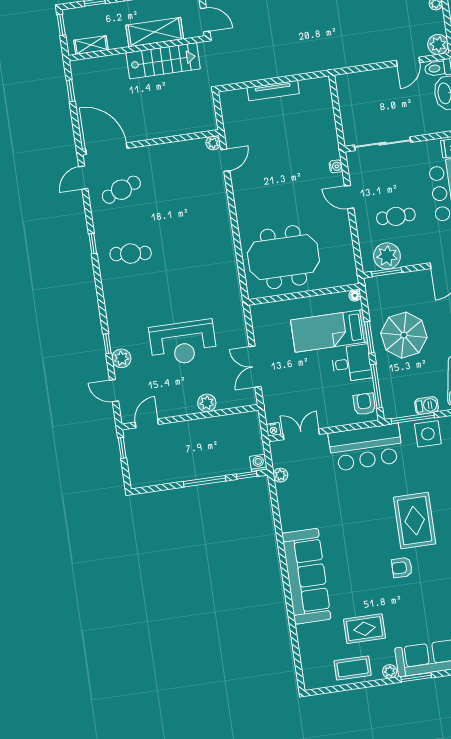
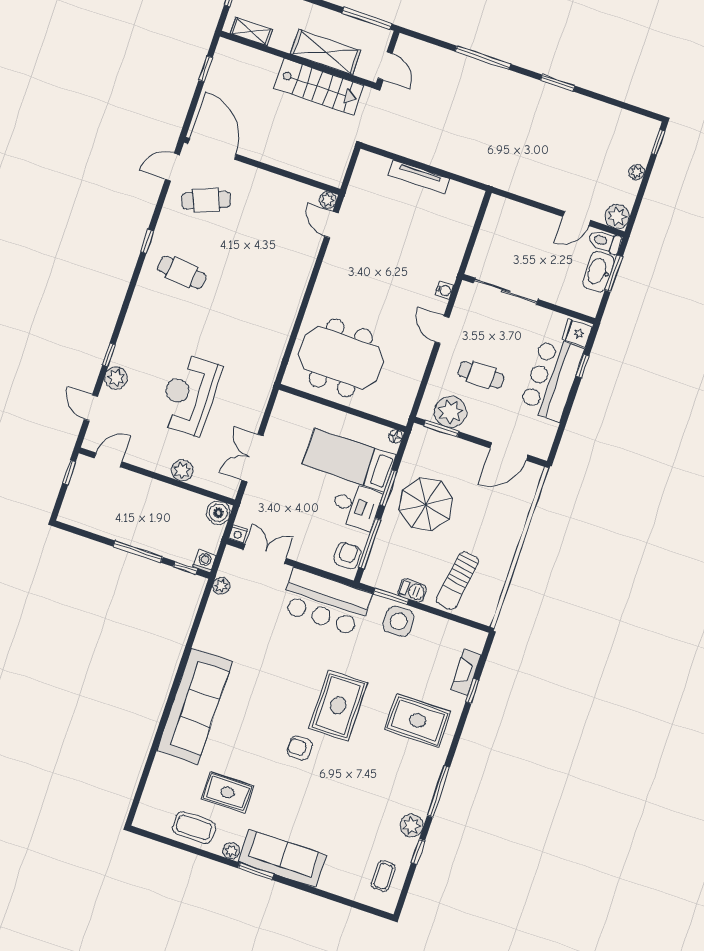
door: (225, 160) -> (331, 225), swing flipped
reception desk: (183, 343) -> (189, 394), turned 90
window: (413, 418) -> (391, 596), width x0.69
boiler: (250, 421) -> (218, 513), added

